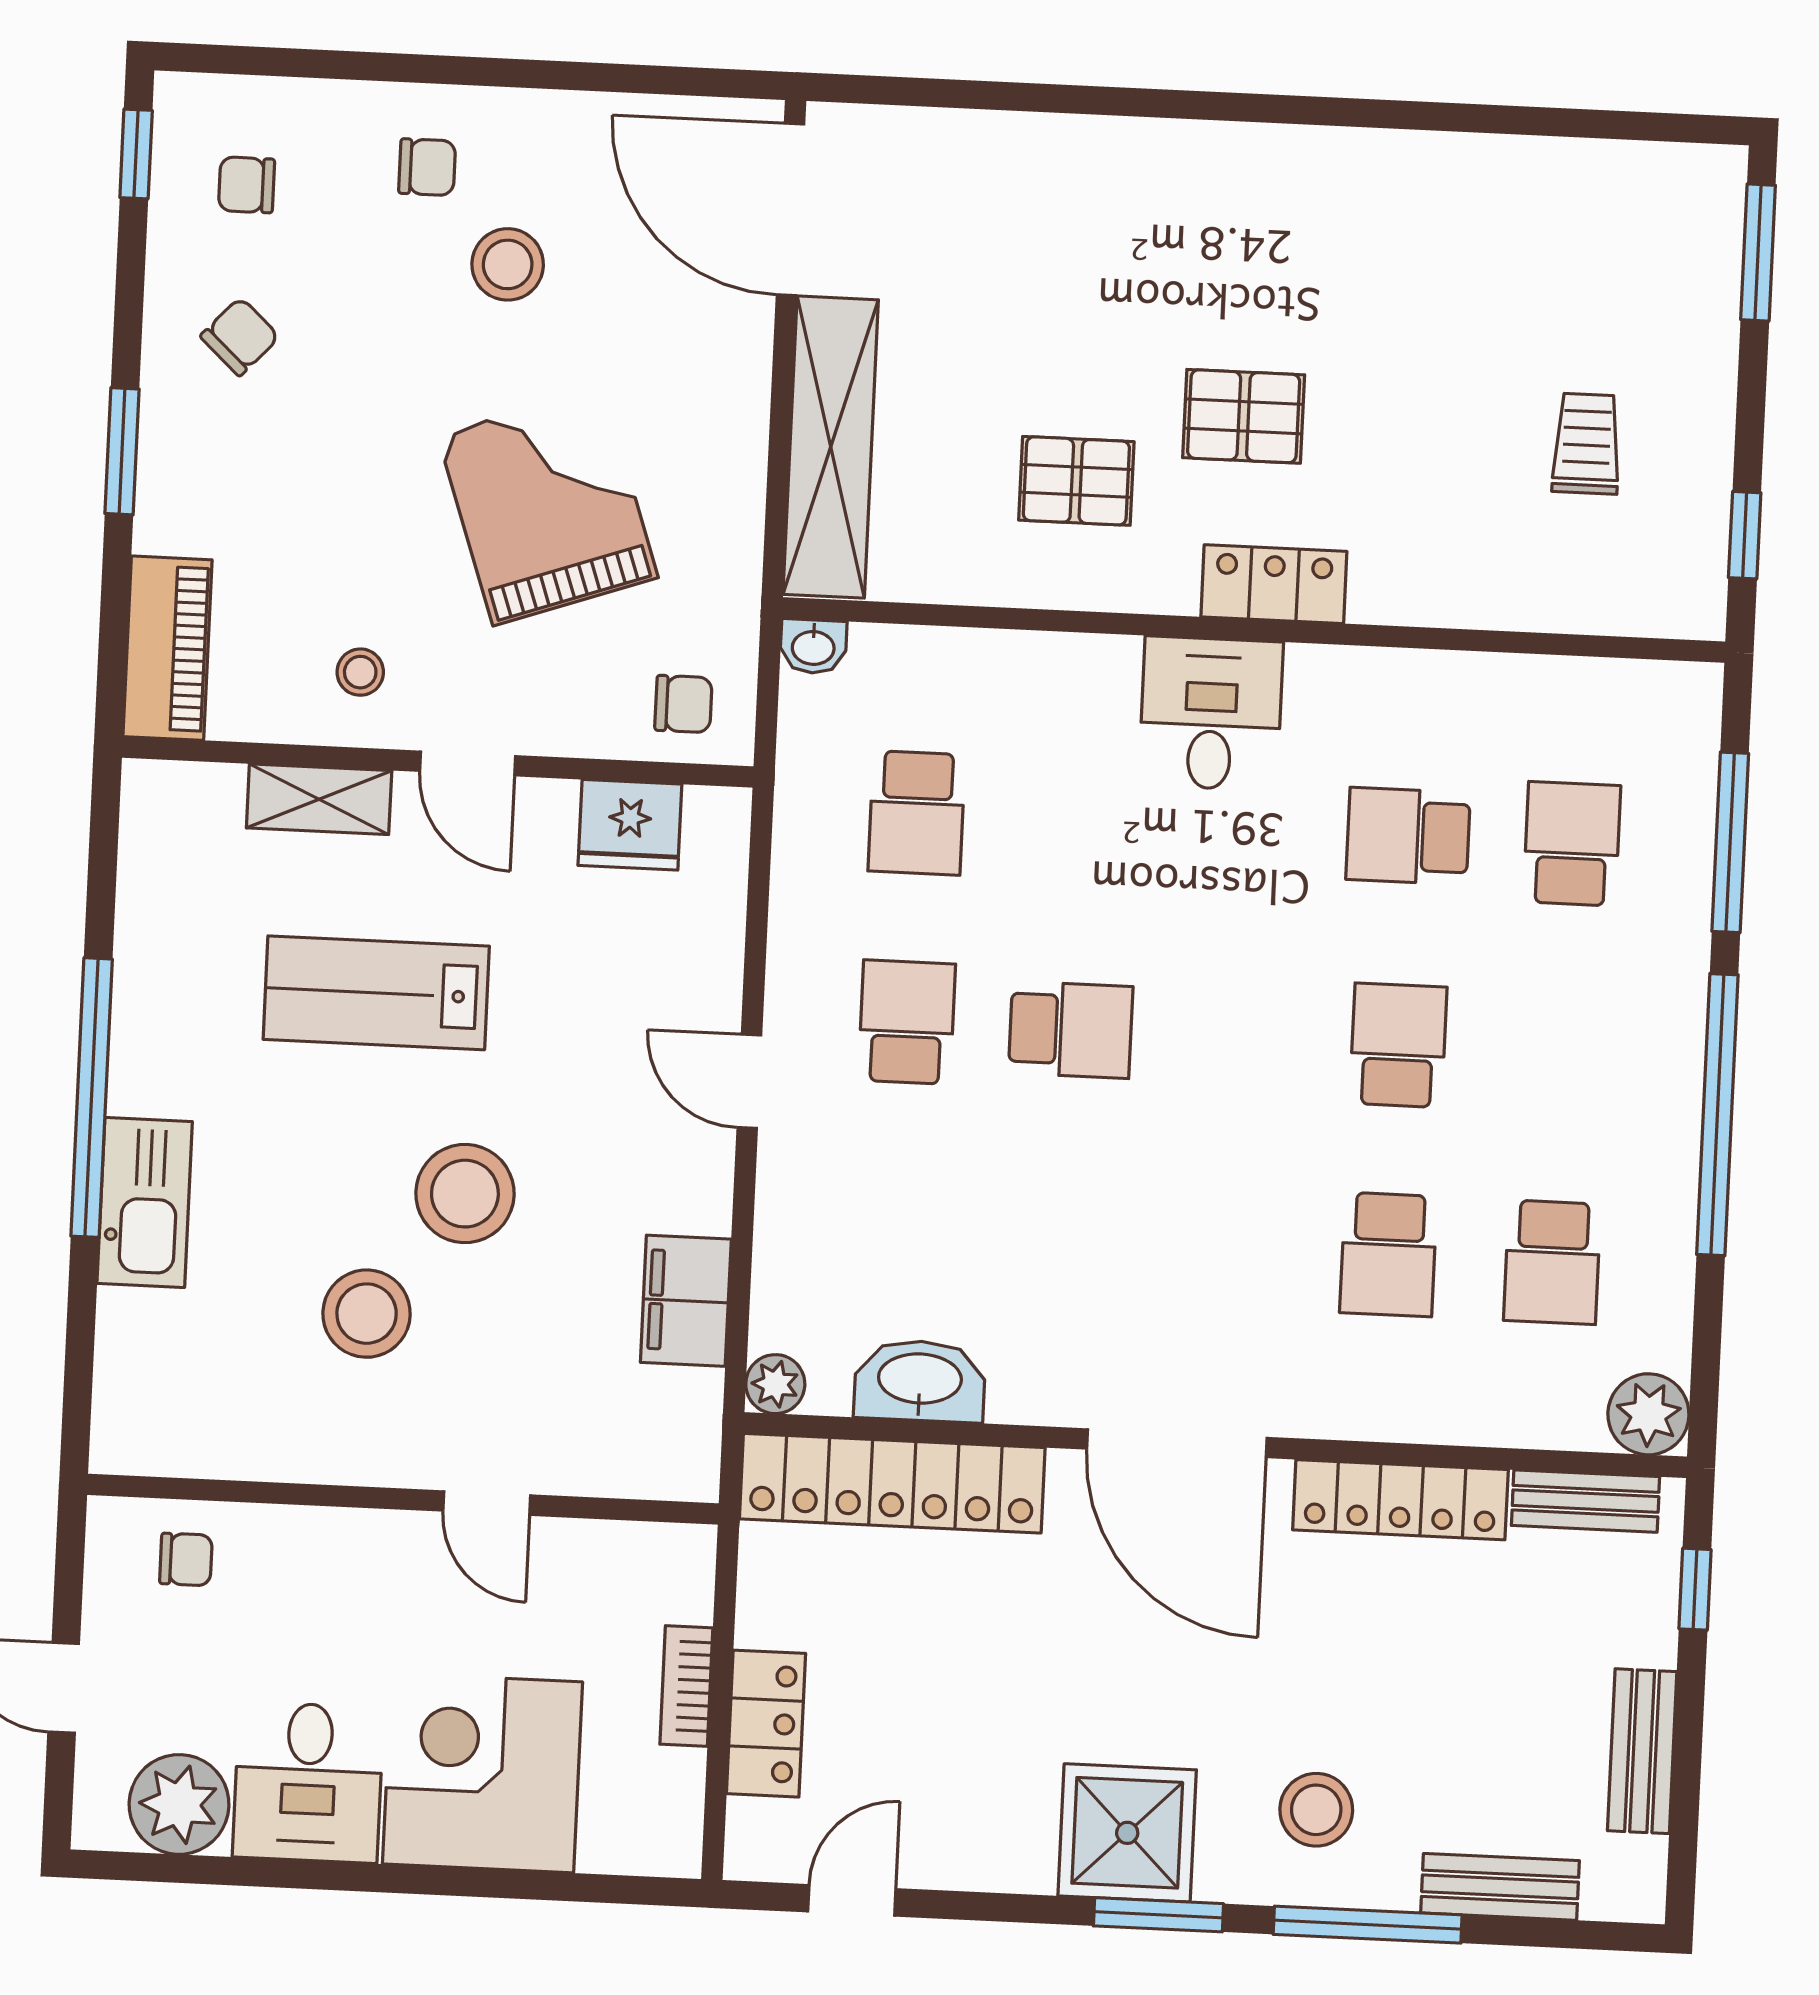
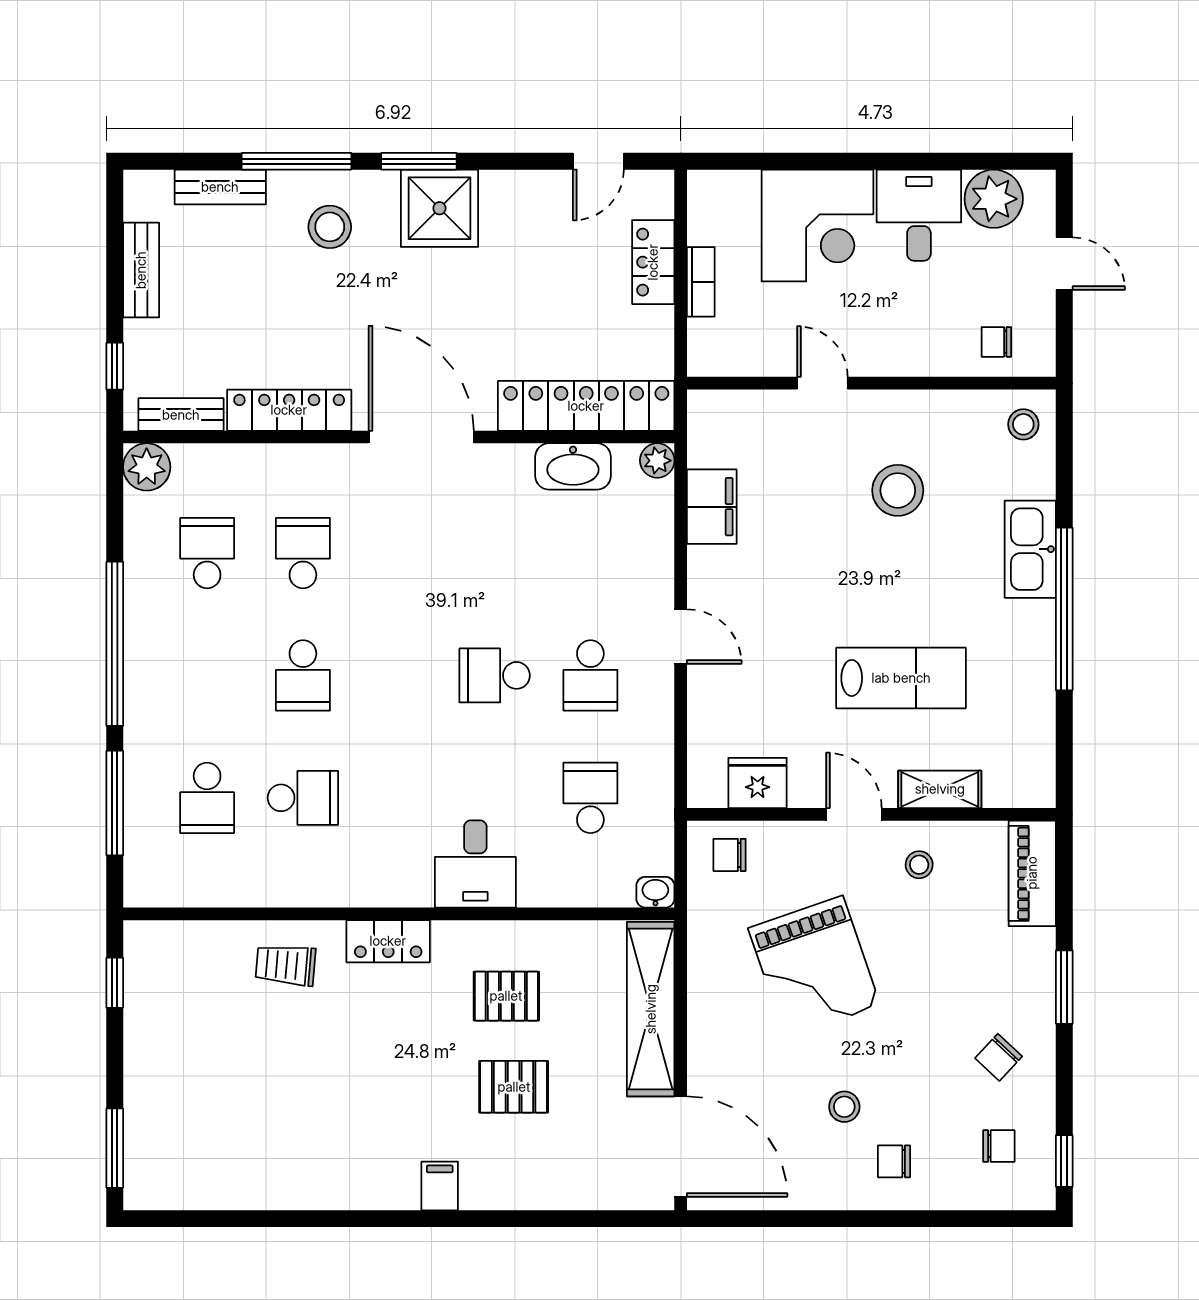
filing cabinet: (1206, 162) -> (440, 1186), added
stool: (508, 264) -> (844, 1107), width x0.73, depth x0.73
pallet: (1244, 416) -> (514, 1087), moved
trolley: (1587, 444) -> (286, 965), moved, turned 95
desk: (1211, 714) -> (475, 864), moved
stool: (465, 1194) -> (1023, 424), moved, width x0.53, depth x0.53

